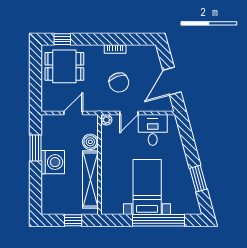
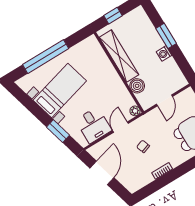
chair: (119, 82) -> (143, 146), width x0.54, depth x0.54
window: (35, 148) -> (166, 36), moved
washing machine: (53, 162) -> (164, 53), width x0.53, depth x0.53
window: (198, 179) -> (58, 131), moved
bed with nightstands: (147, 187) -> (60, 90), moved, turned -105

